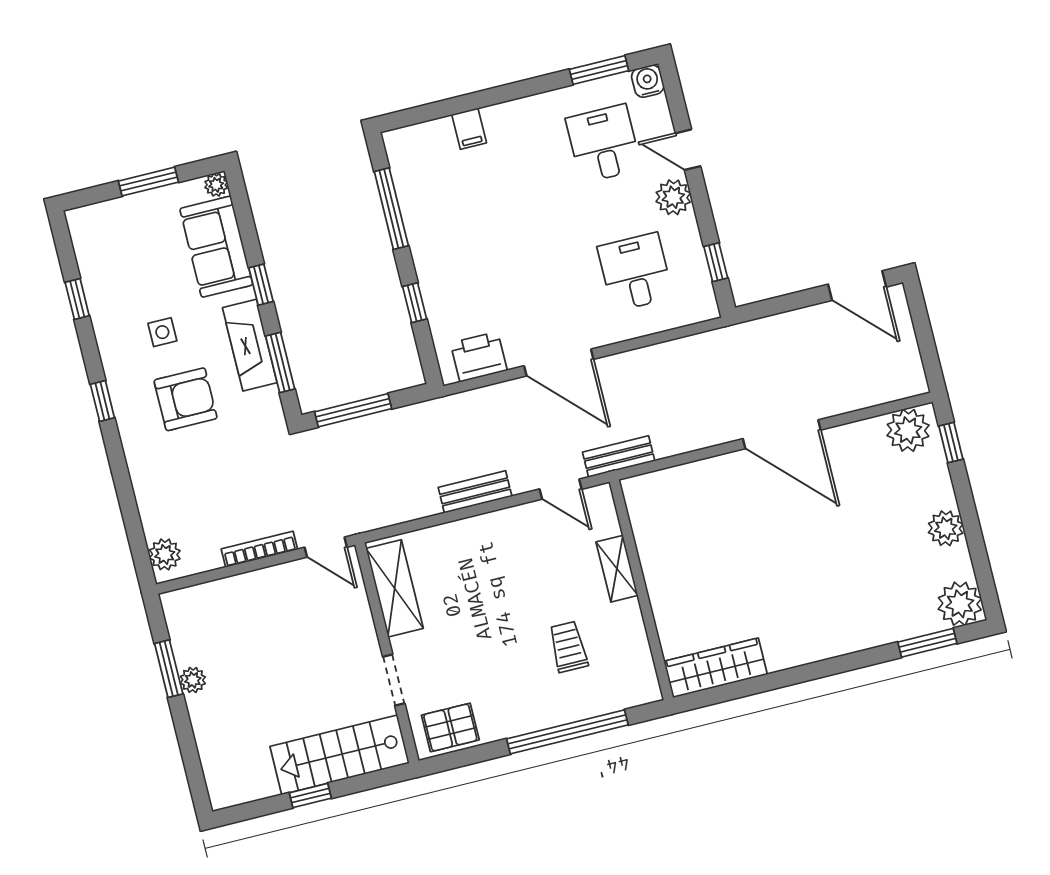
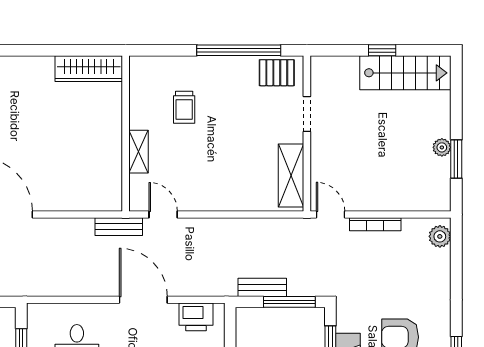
bench: (475, 492) -> (262, 287), moved
window: (567, 732) -> (239, 50), moved
stairs: (340, 755) -> (405, 73), moved

